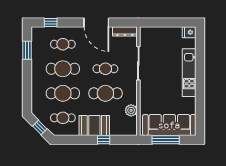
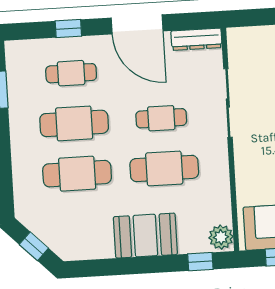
window: (51, 22) -> (68, 29), moved
plant: (131, 110) -> (221, 237), moved
cafe table: (63, 118) -> (80, 224), removed
window: (104, 140) -> (200, 262), moved

